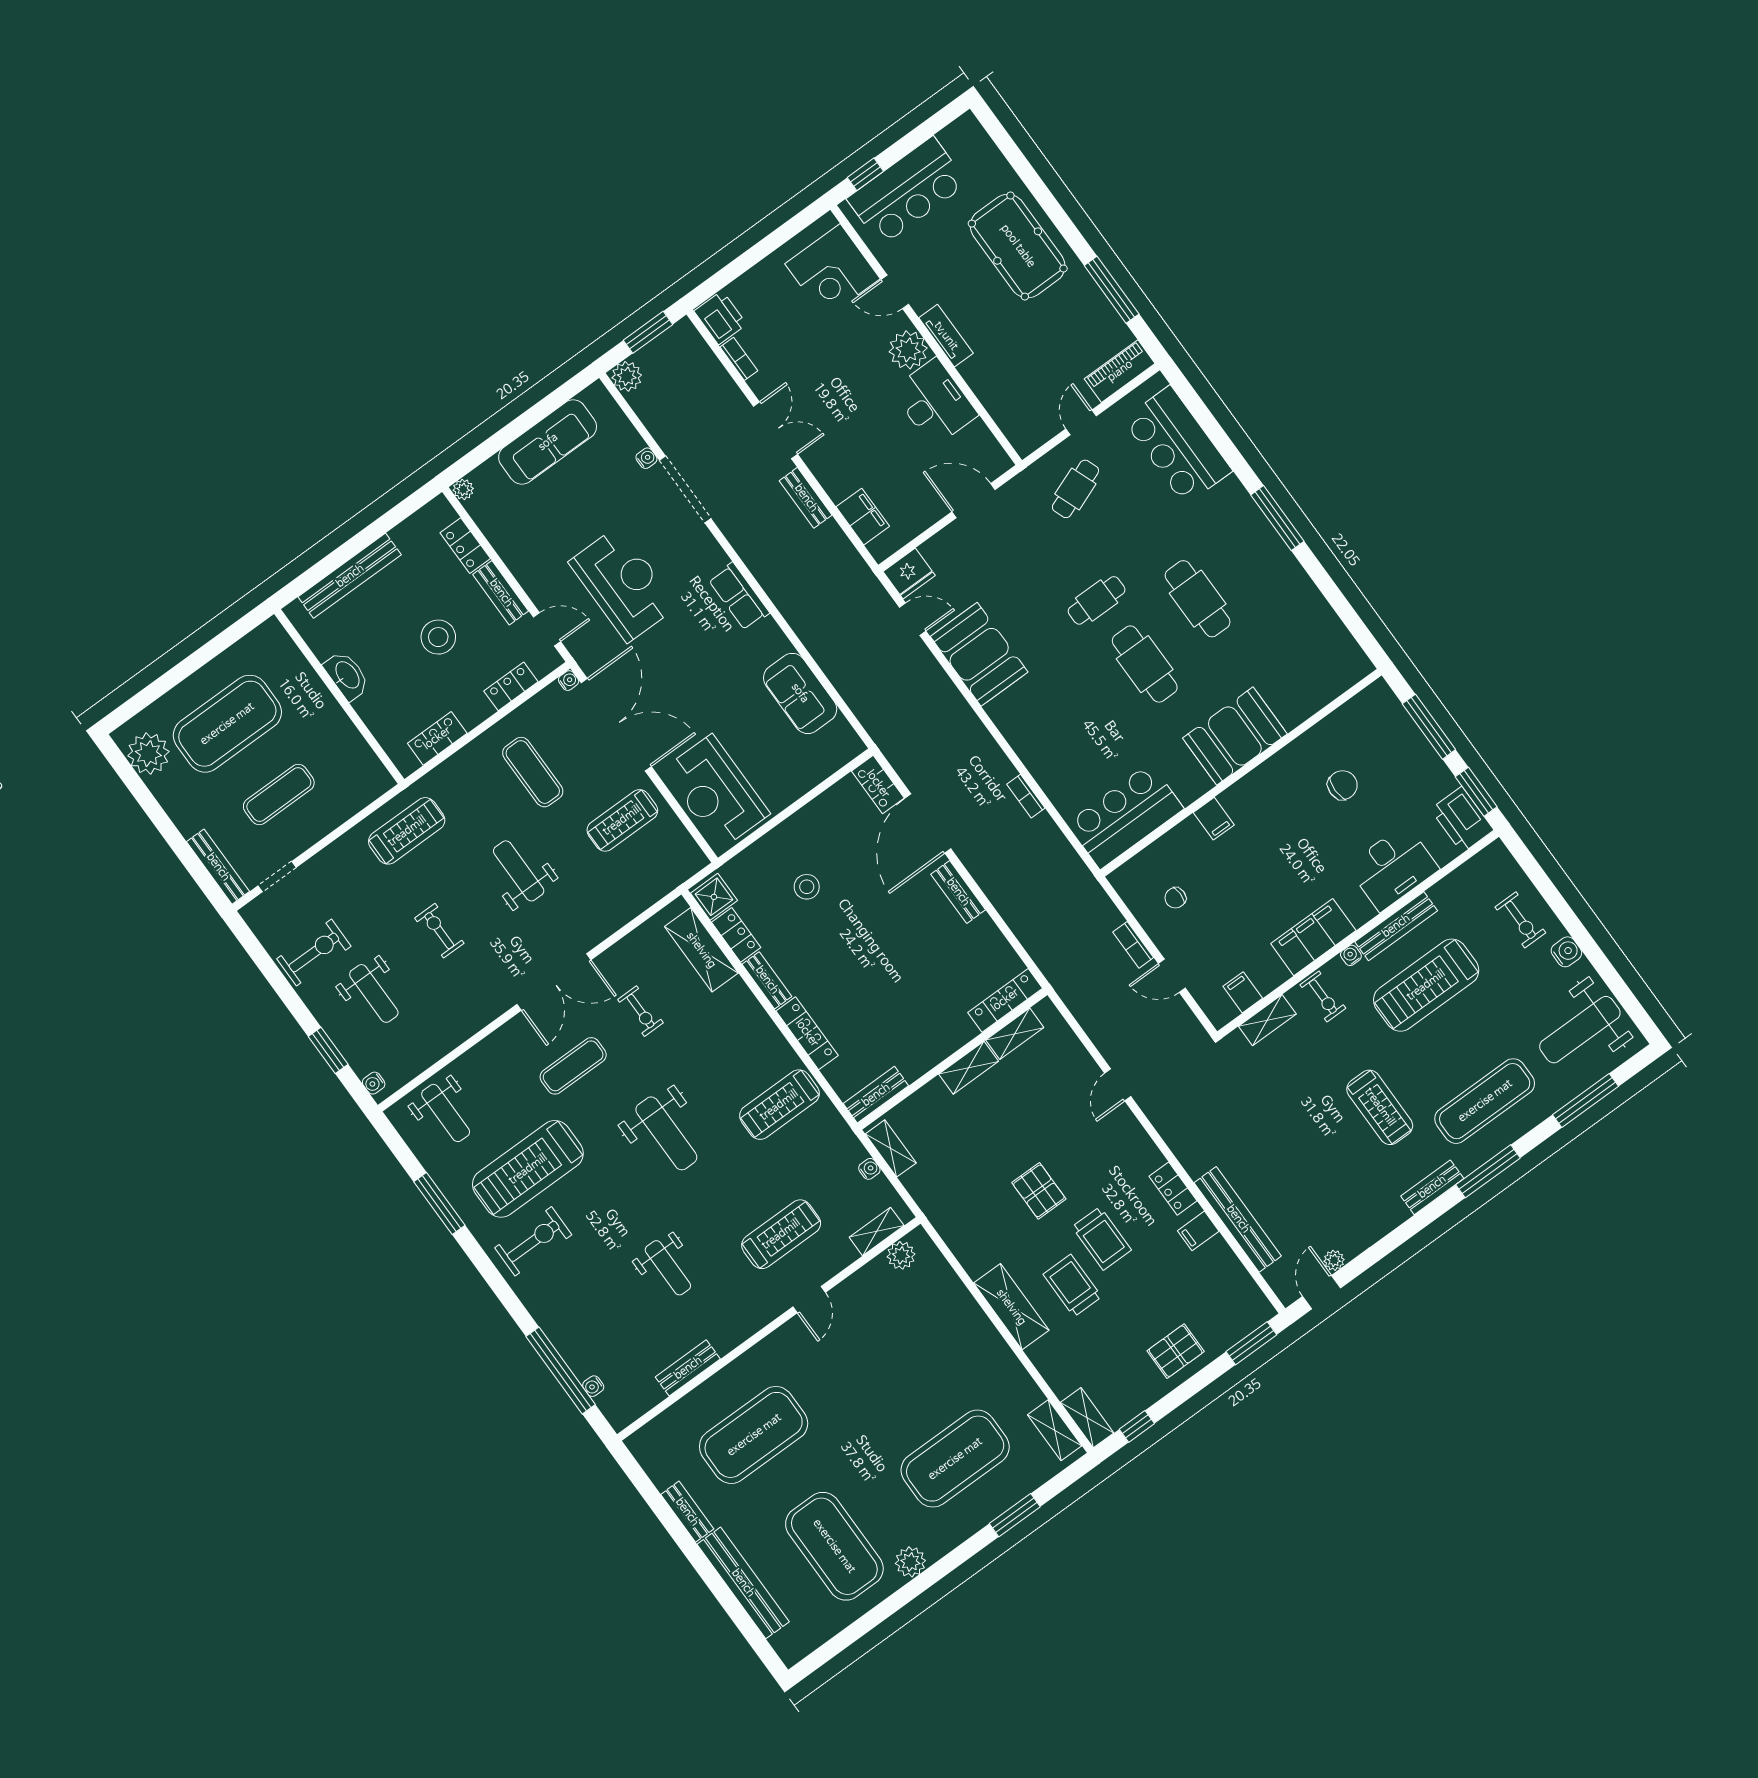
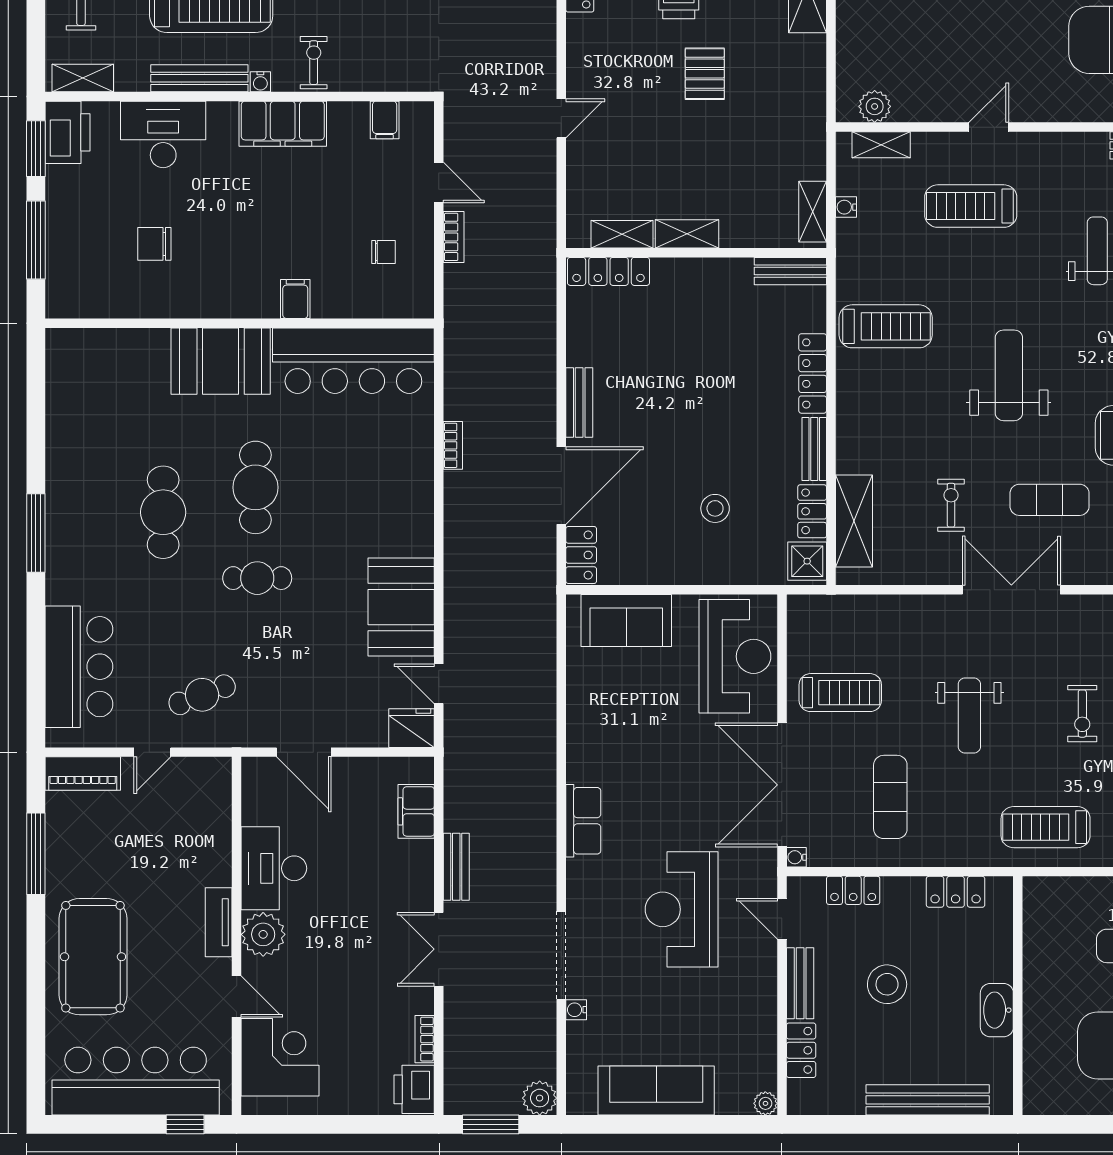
bar counter: (907, 191) -> (136, 1081), width x1.36
sofa: (800, 693) -> (626, 620), moved, turned 90
bar counter: (1125, 816) -> (353, 361), width x1.36
shelving: (1267, 1020) -> (83, 78), moved

